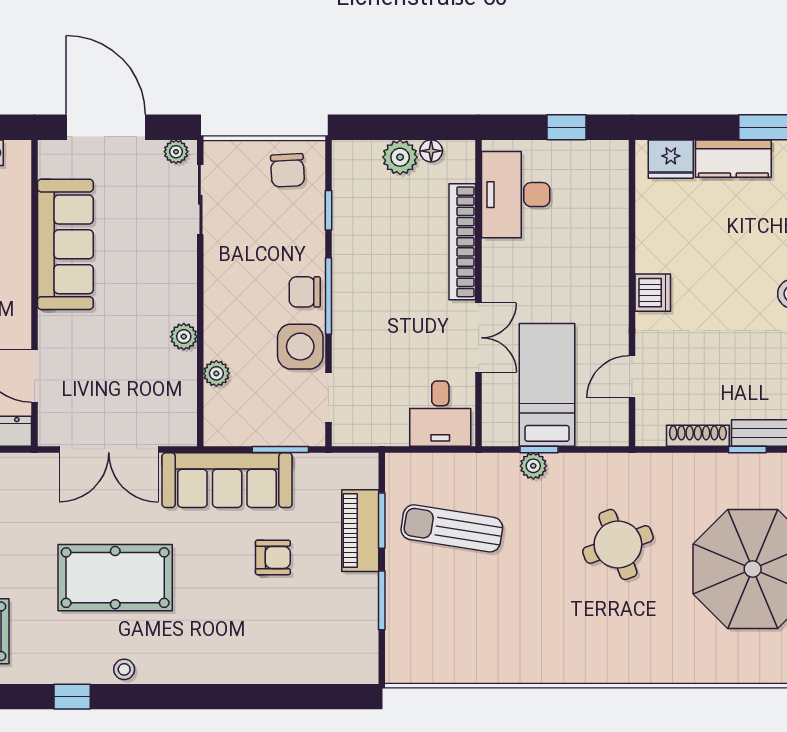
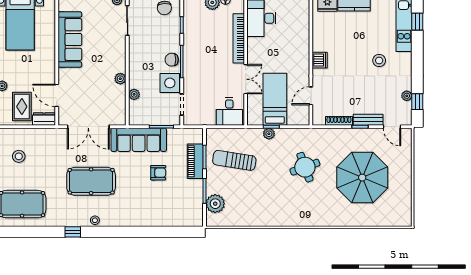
plant: (407, 630) -> (215, 204), added

